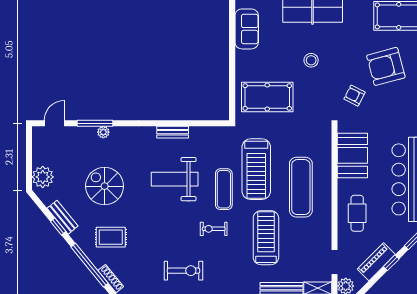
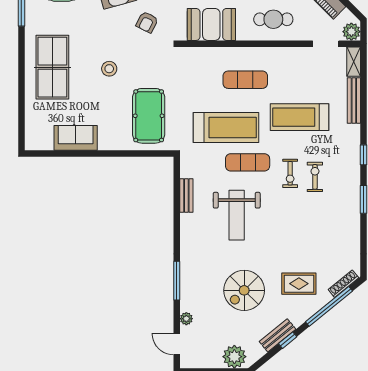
window: (95, 123) -> (177, 281), moved
plant: (103, 132) -> (186, 319), moved
bench: (173, 132) -> (186, 195), moved
exercise mat: (301, 187) -> (245, 80), width x0.73, depth x0.69
rug: (111, 237) -> (299, 284), turned 90
exercise bike: (184, 271) -> (315, 177), moved, width x0.73, depth x0.72

